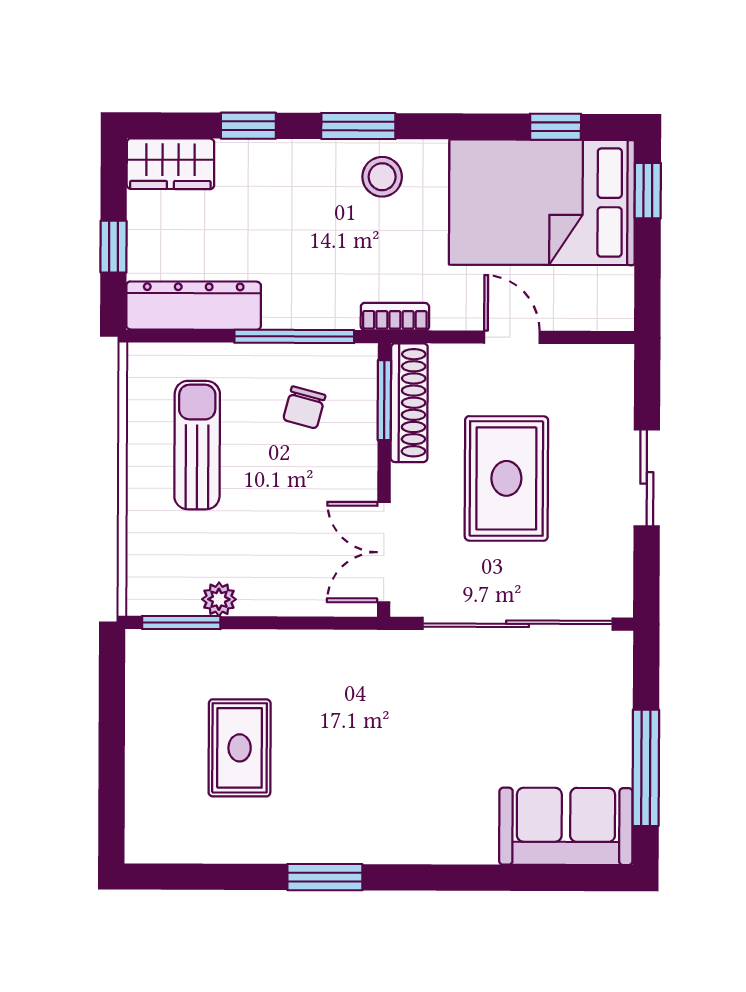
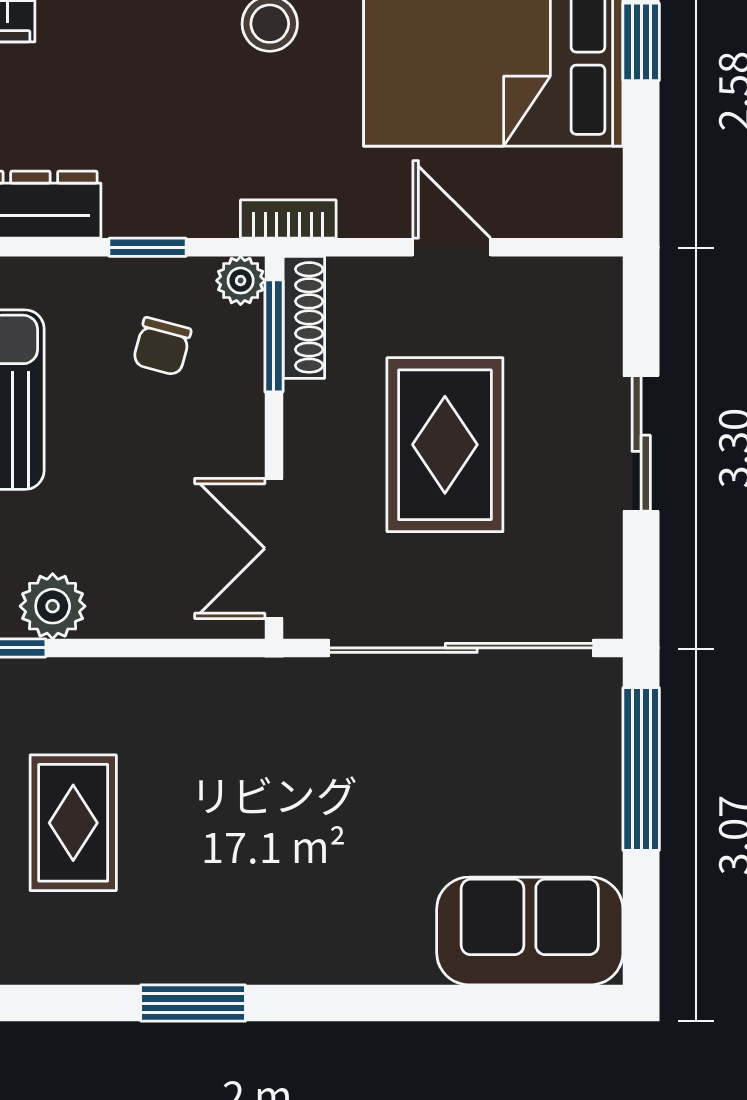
window: (294, 336) -> (148, 247), width x0.46
plant: (361, 360) -> (241, 281), added
shoe rack: (409, 403) -> (304, 317), width x0.74, depth x0.81
plant: (219, 599) -> (53, 606), width x1.38, depth x1.38
window: (646, 768) -> (641, 769), moved

